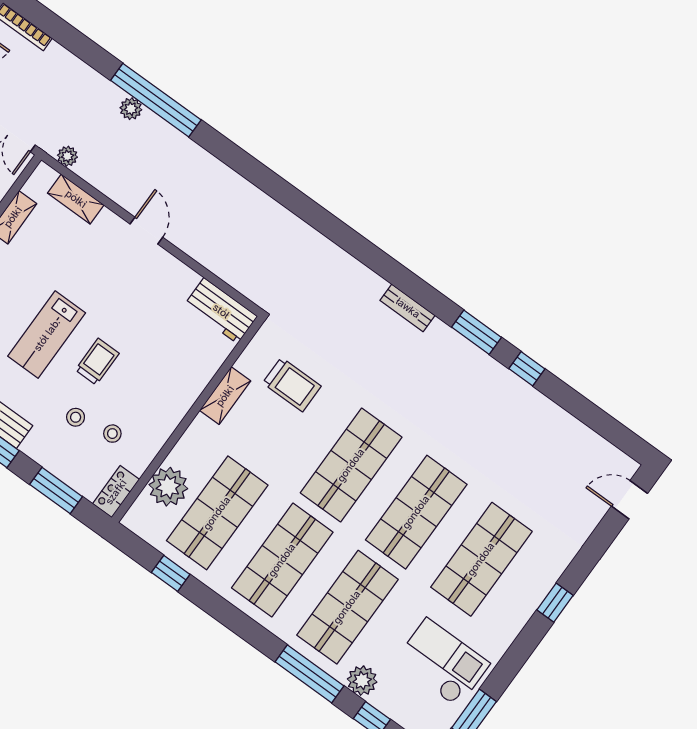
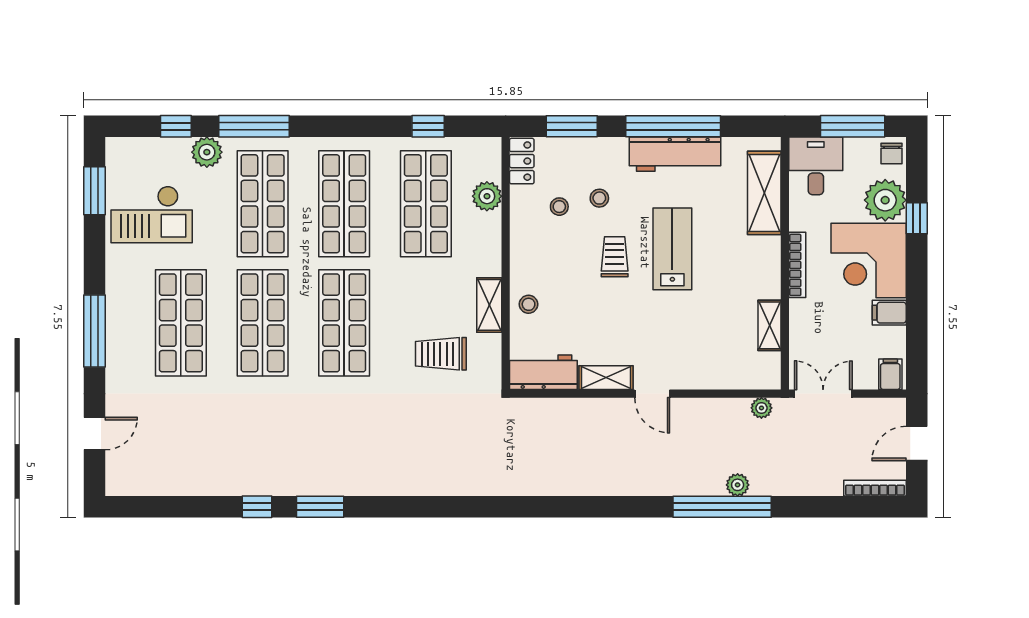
shelving: (76, 199) -> (606, 378), moved
bench: (408, 308) -> (391, 486), removed
trolley: (97, 362) -> (615, 257), turned 180
stool: (193, 373) -> (529, 304), added
plant: (168, 487) -> (487, 196), width x0.73, depth x0.73
door: (629, 500) -> (95, 434), moved
window: (555, 603) -> (95, 331), width x2.17

